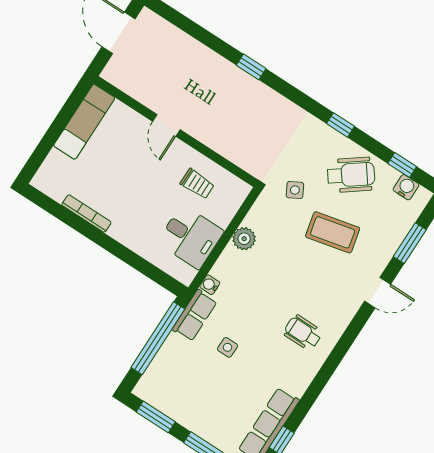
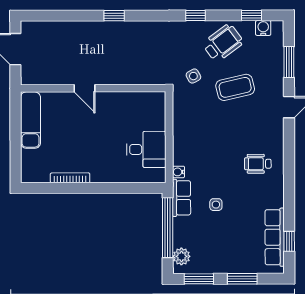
trolley: (197, 184) -> (128, 113), removed
plant: (244, 239) -> (181, 256), moved

